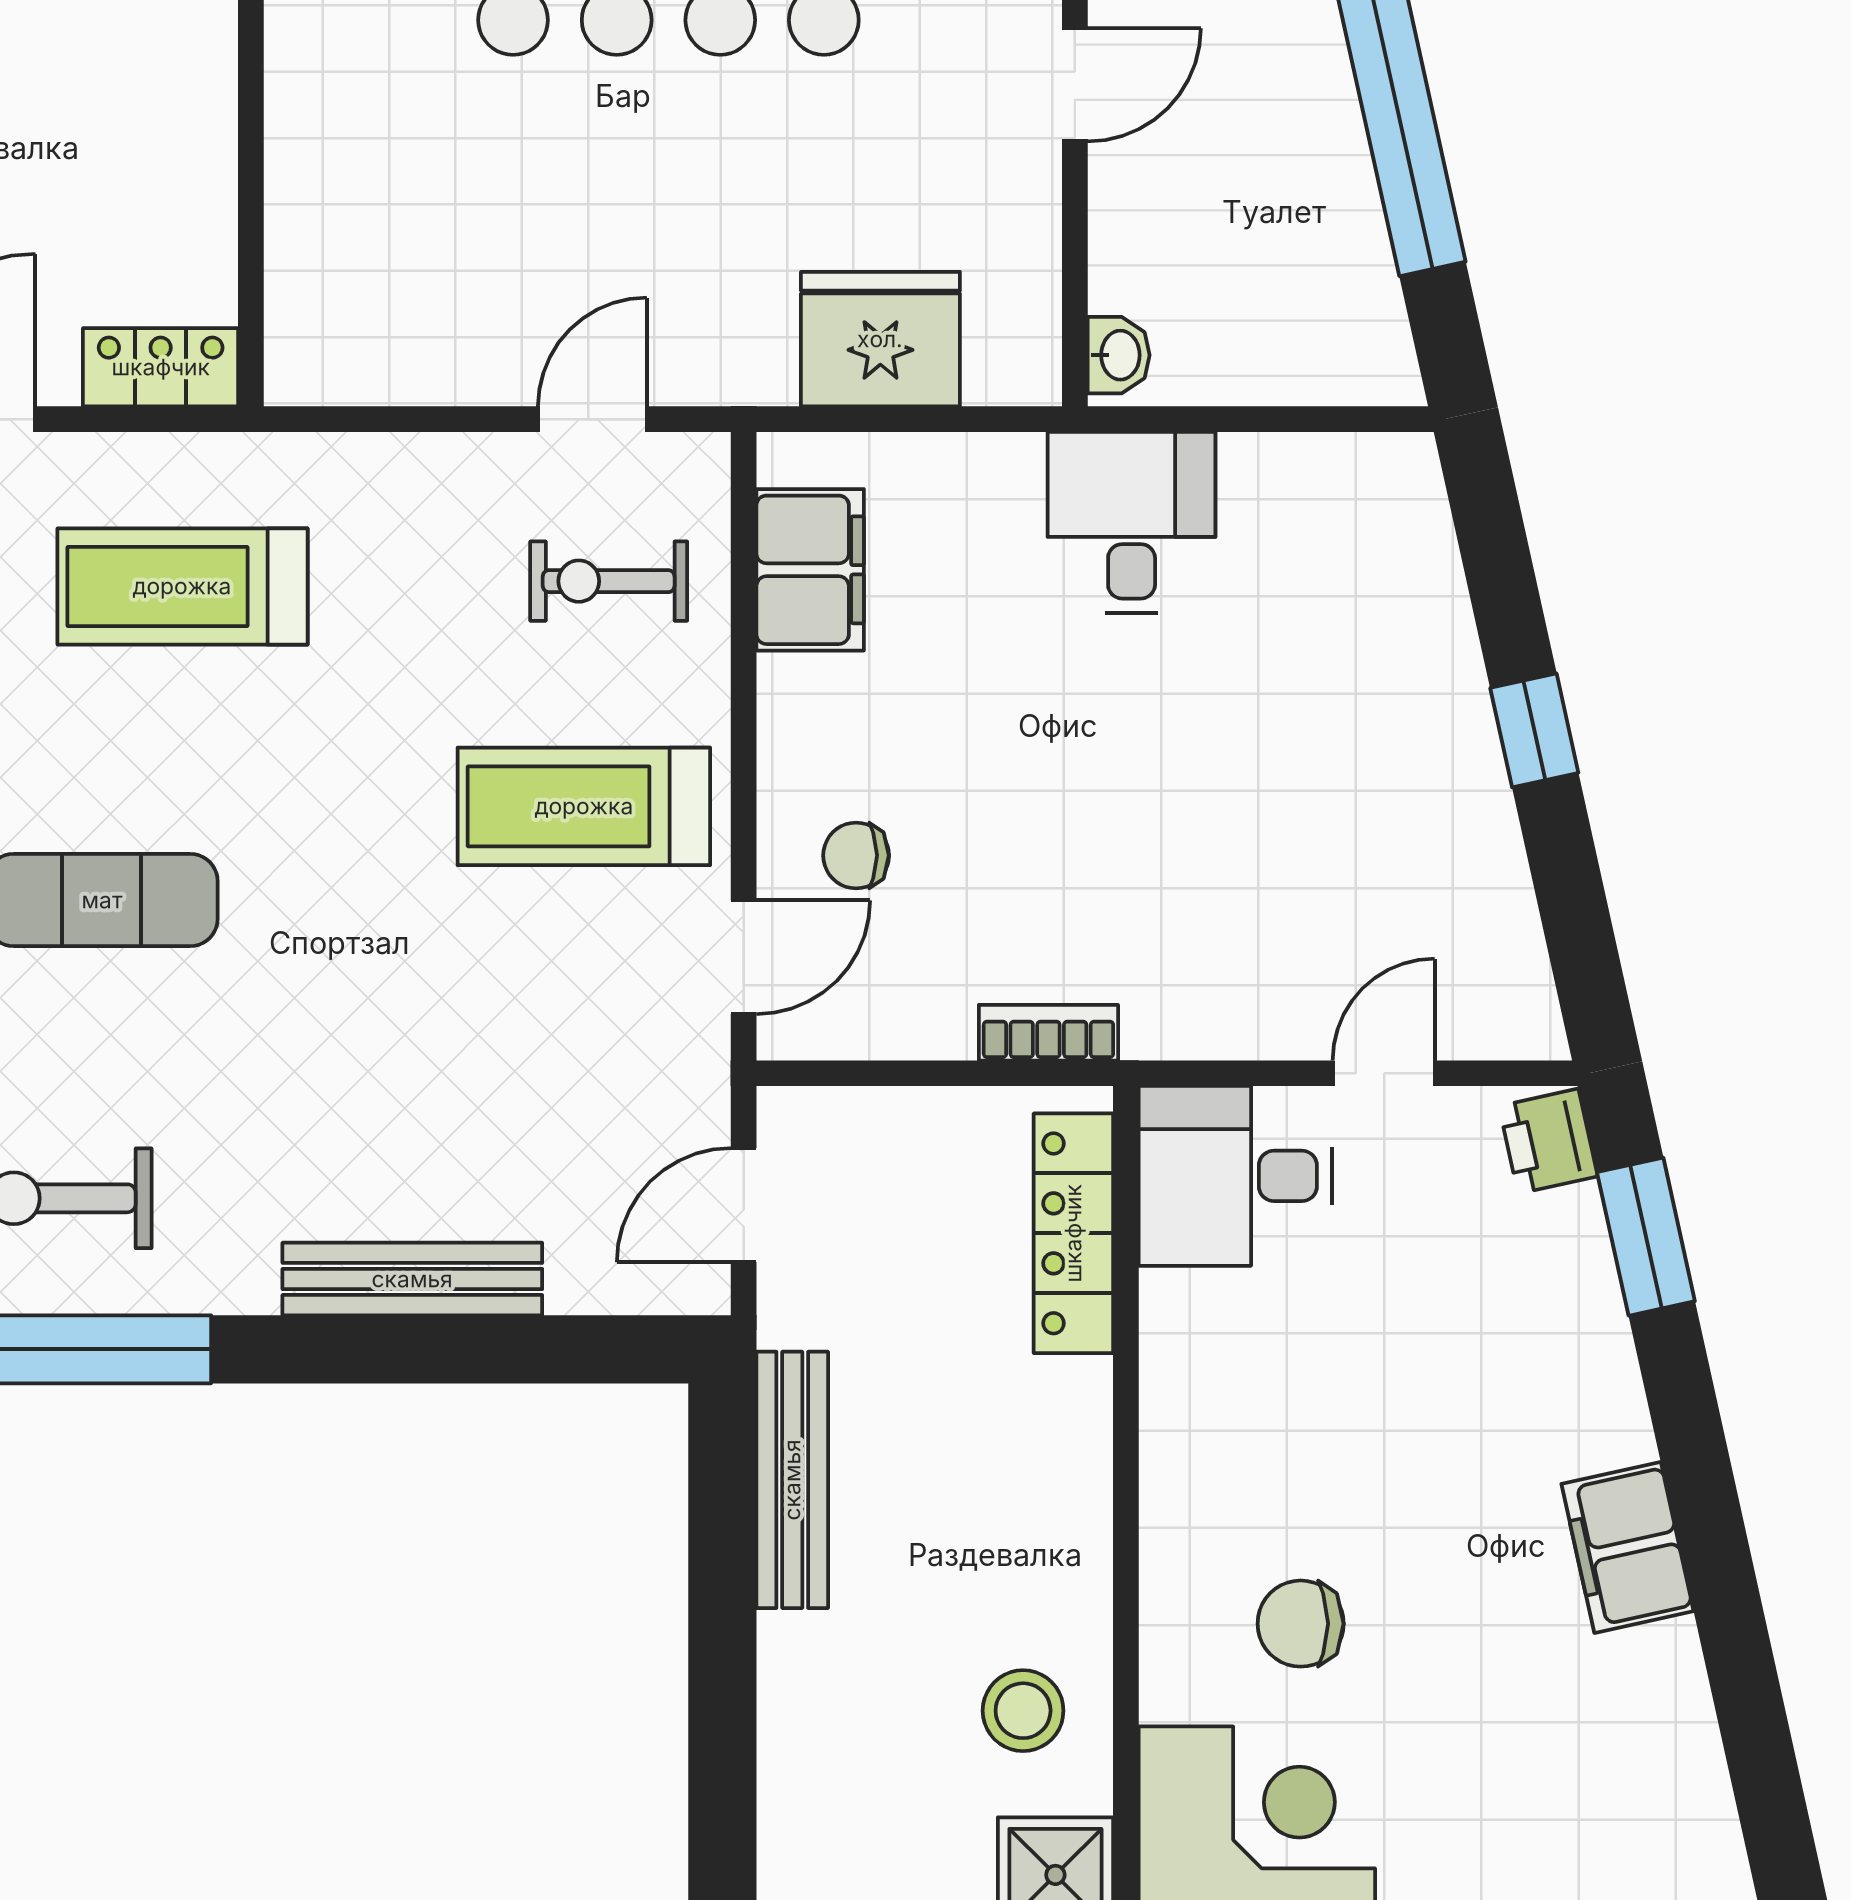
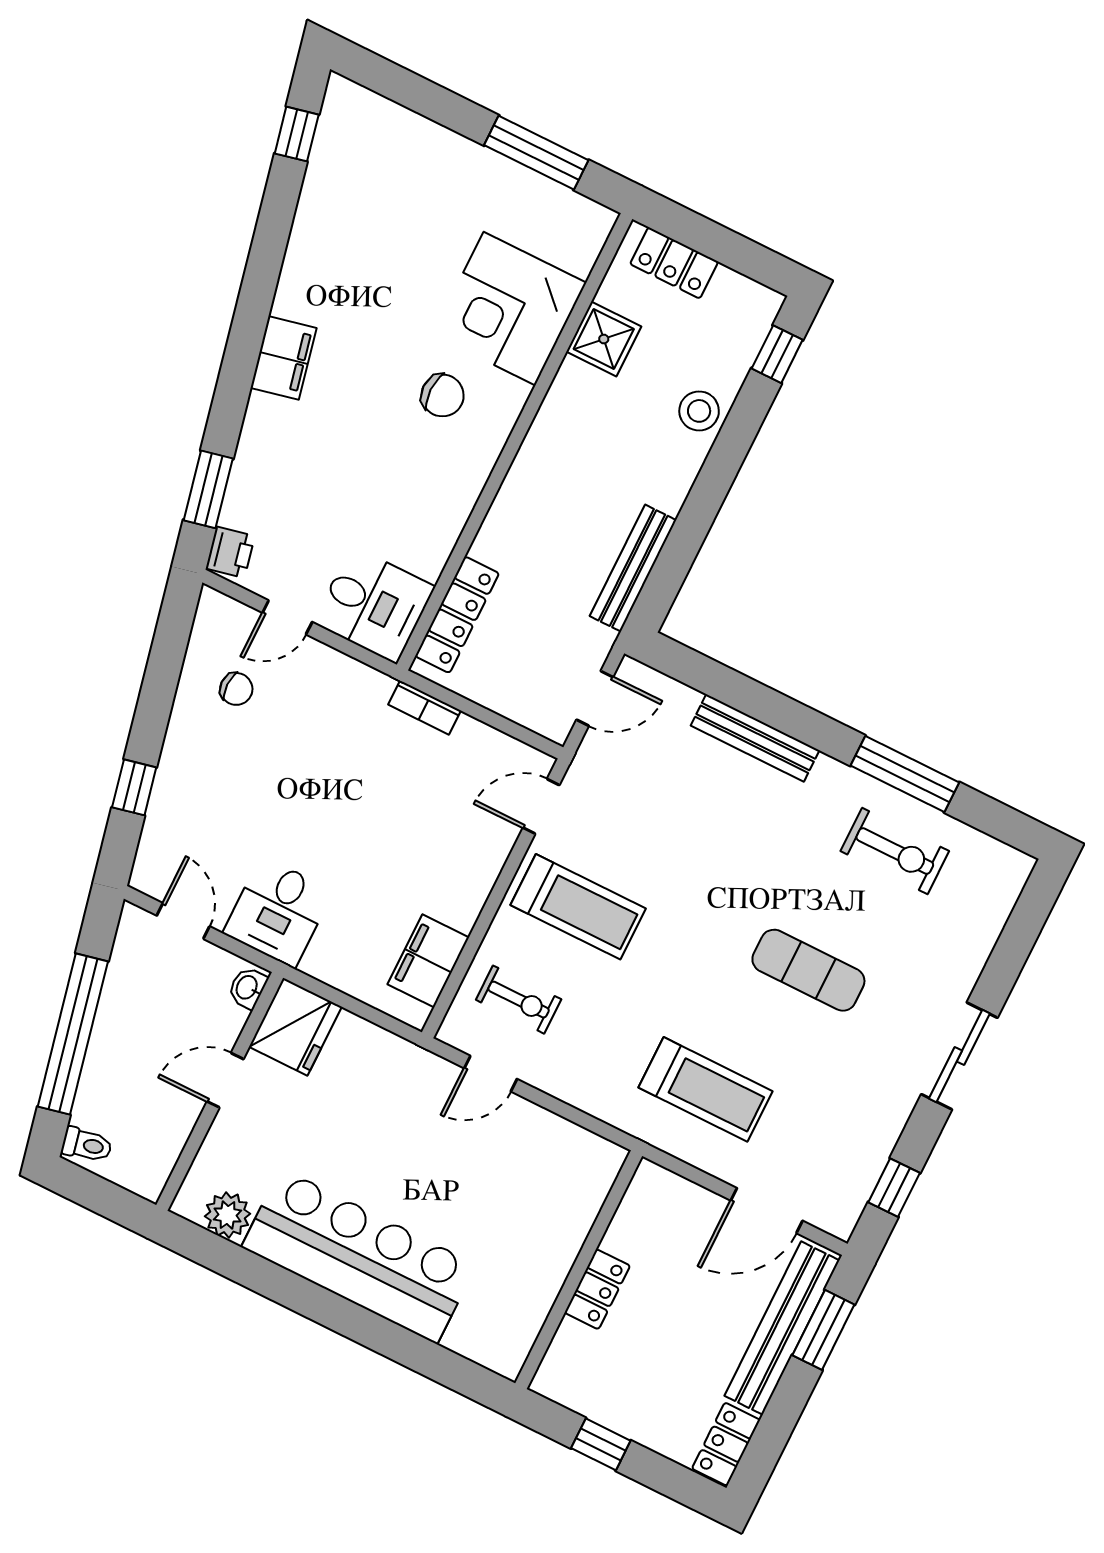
door: (1075, 85) -> (225, 1080), moved
fridge: (880, 339) -> (295, 1027), moved, turned -90
locker: (161, 367) -> (597, 1289), moved, turned -90
door: (1298, 419) -> (183, 921), added
window: (1534, 730) -> (134, 787), moved
chair: (856, 855) -> (236, 689), moved
stool: (1023, 1711) -> (699, 411), moved

